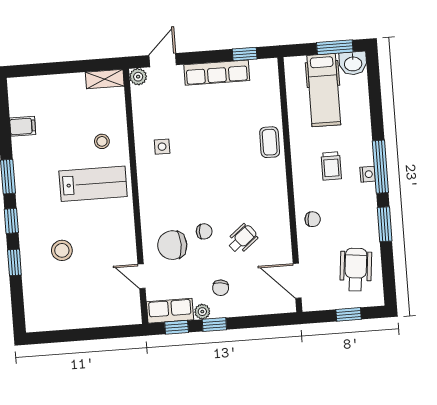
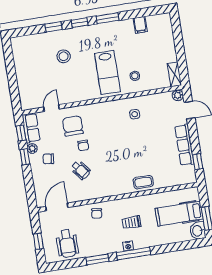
wheelchair: (356, 269) -> (67, 243), turned 84

